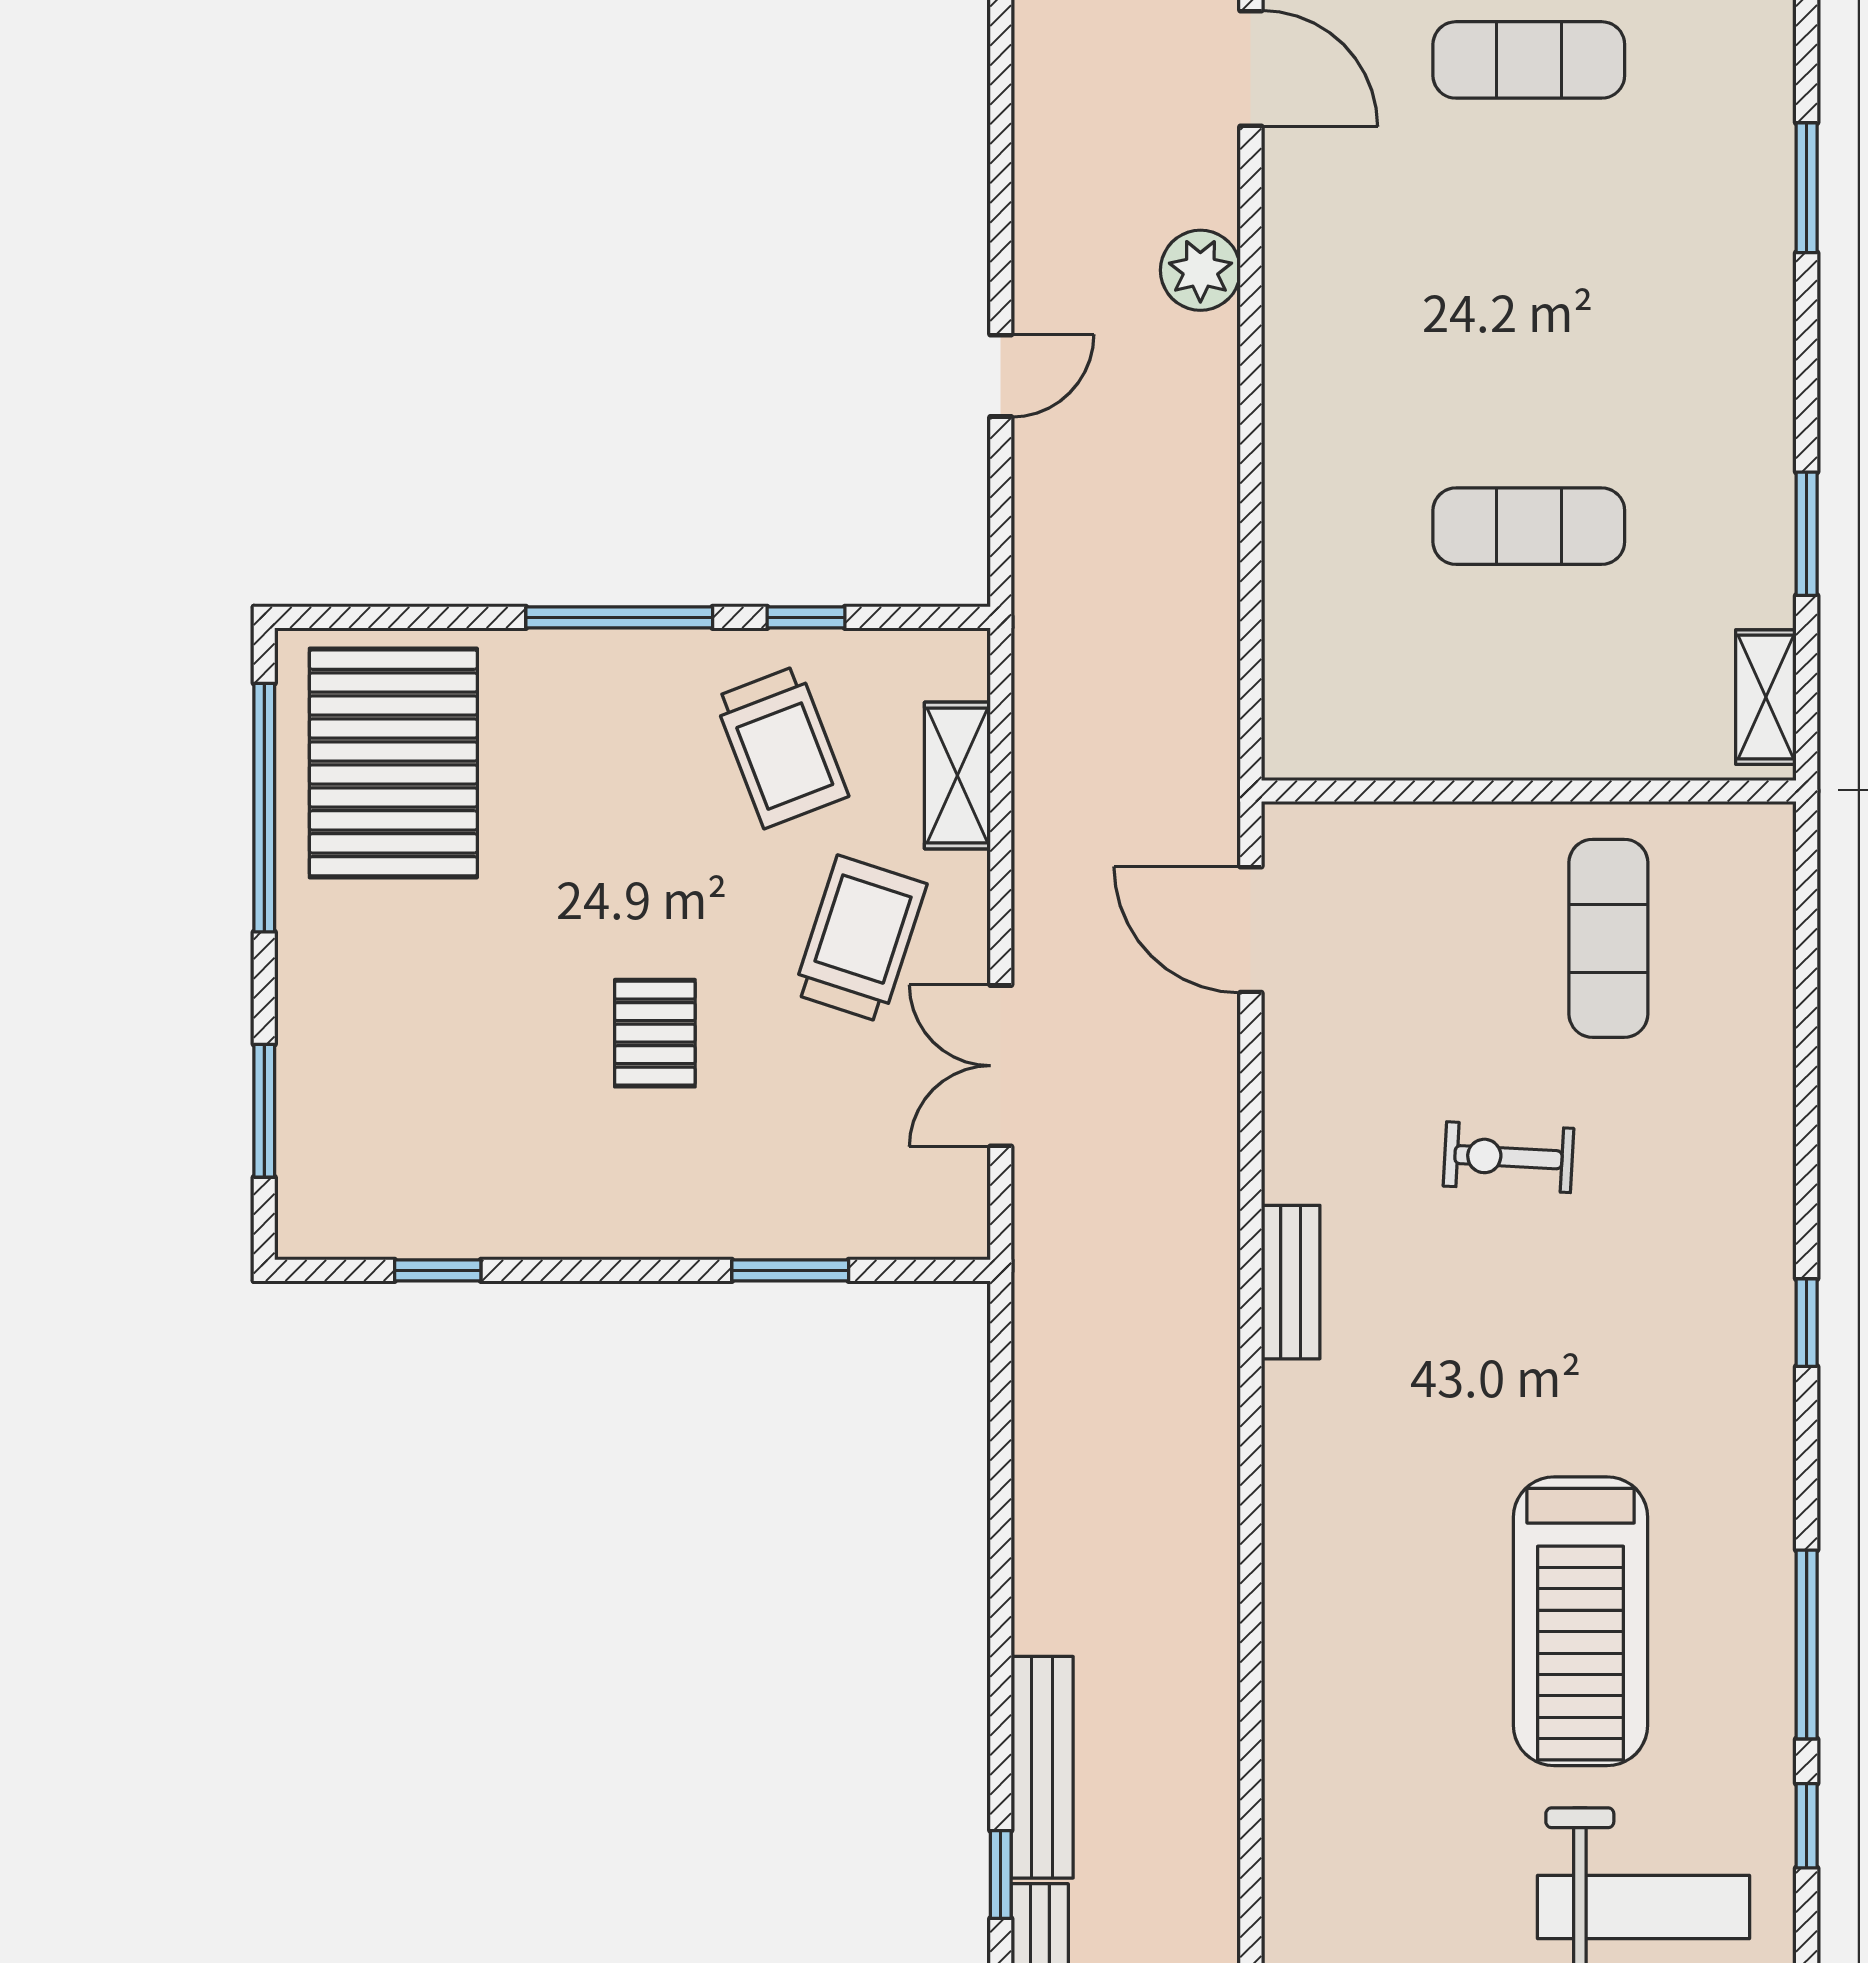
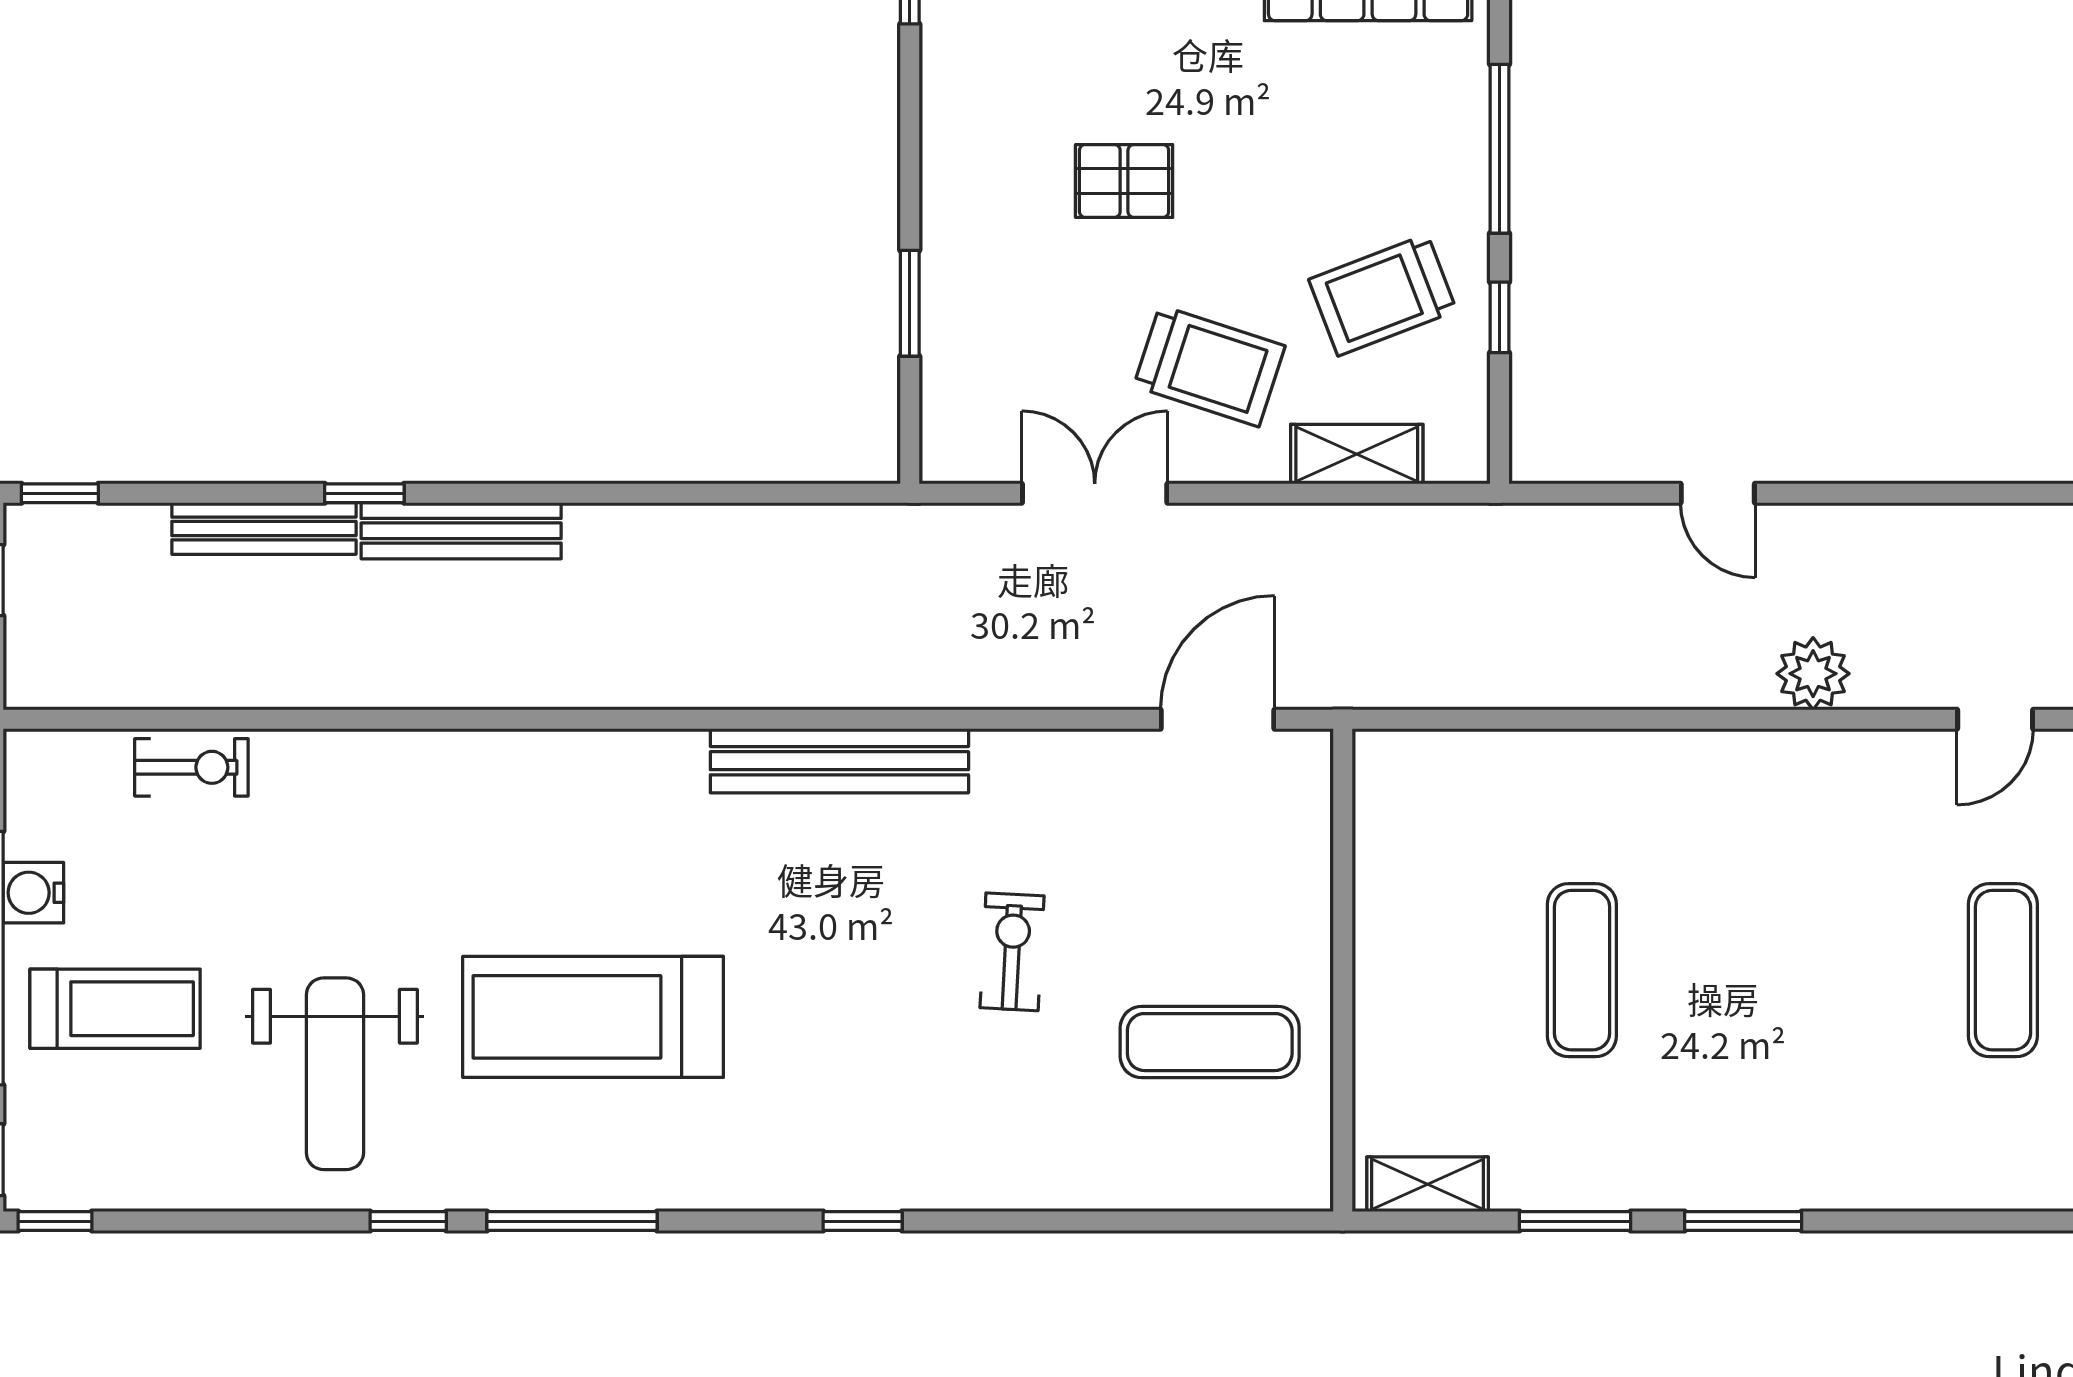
door: (1251, 69) -> (1995, 719), width x0.73
window: (1807, 188) -> (1743, 1221), moved
bench: (1291, 1282) -> (839, 761), width x1.86, depth x1.21

